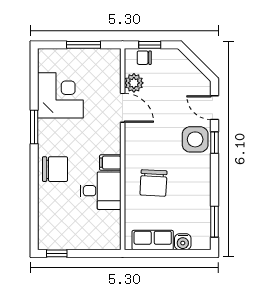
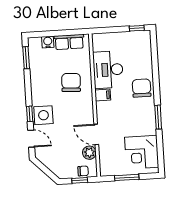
corner desk: (60, 95) -> (142, 152), moved
chair: (55, 169) -> (142, 88), turned 90
desk: (101, 191) -> (108, 70), width x1.37

